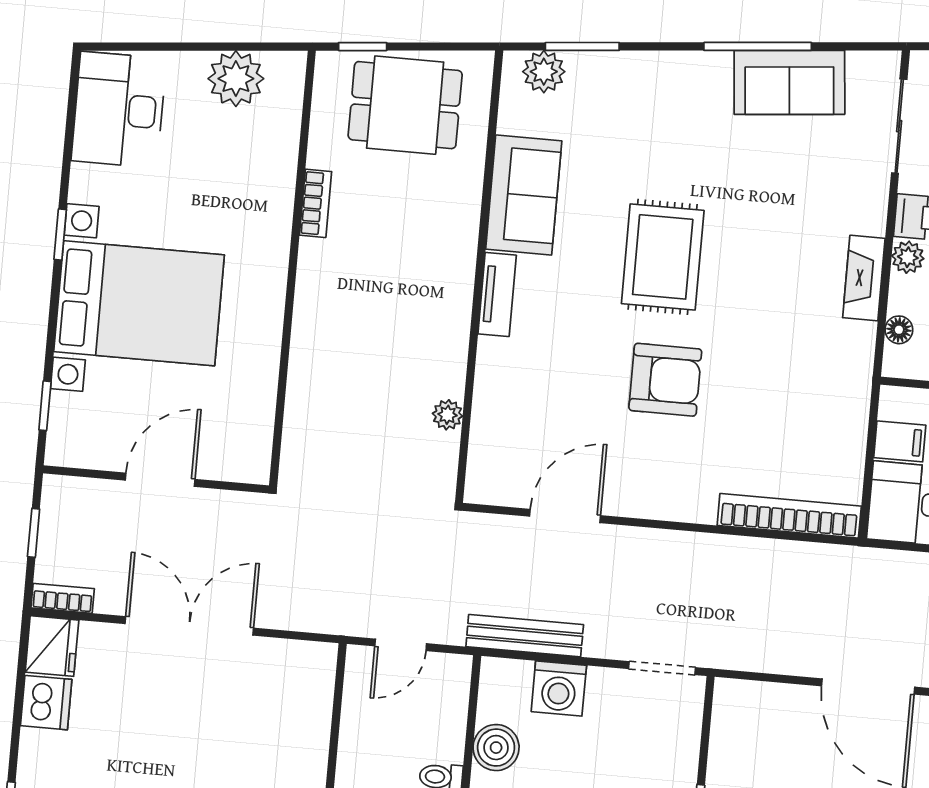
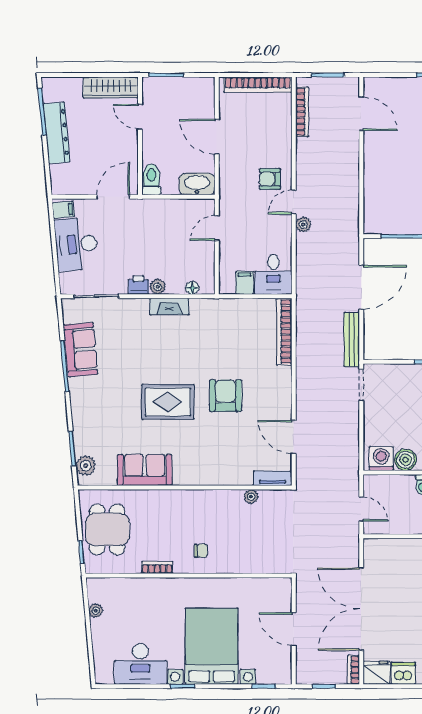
plant: (236, 79) -> (96, 611), width x0.53, depth x0.53
desk: (119, 110) -> (140, 664), moved
tv unit: (497, 295) -> (273, 478), moved
chair: (343, 299) -> (201, 551), added
double door: (189, 626) -> (361, 609), width x1.36
bench: (525, 636) -> (352, 339), moved
washing machine: (559, 688) -> (381, 459), moved, turned -90

